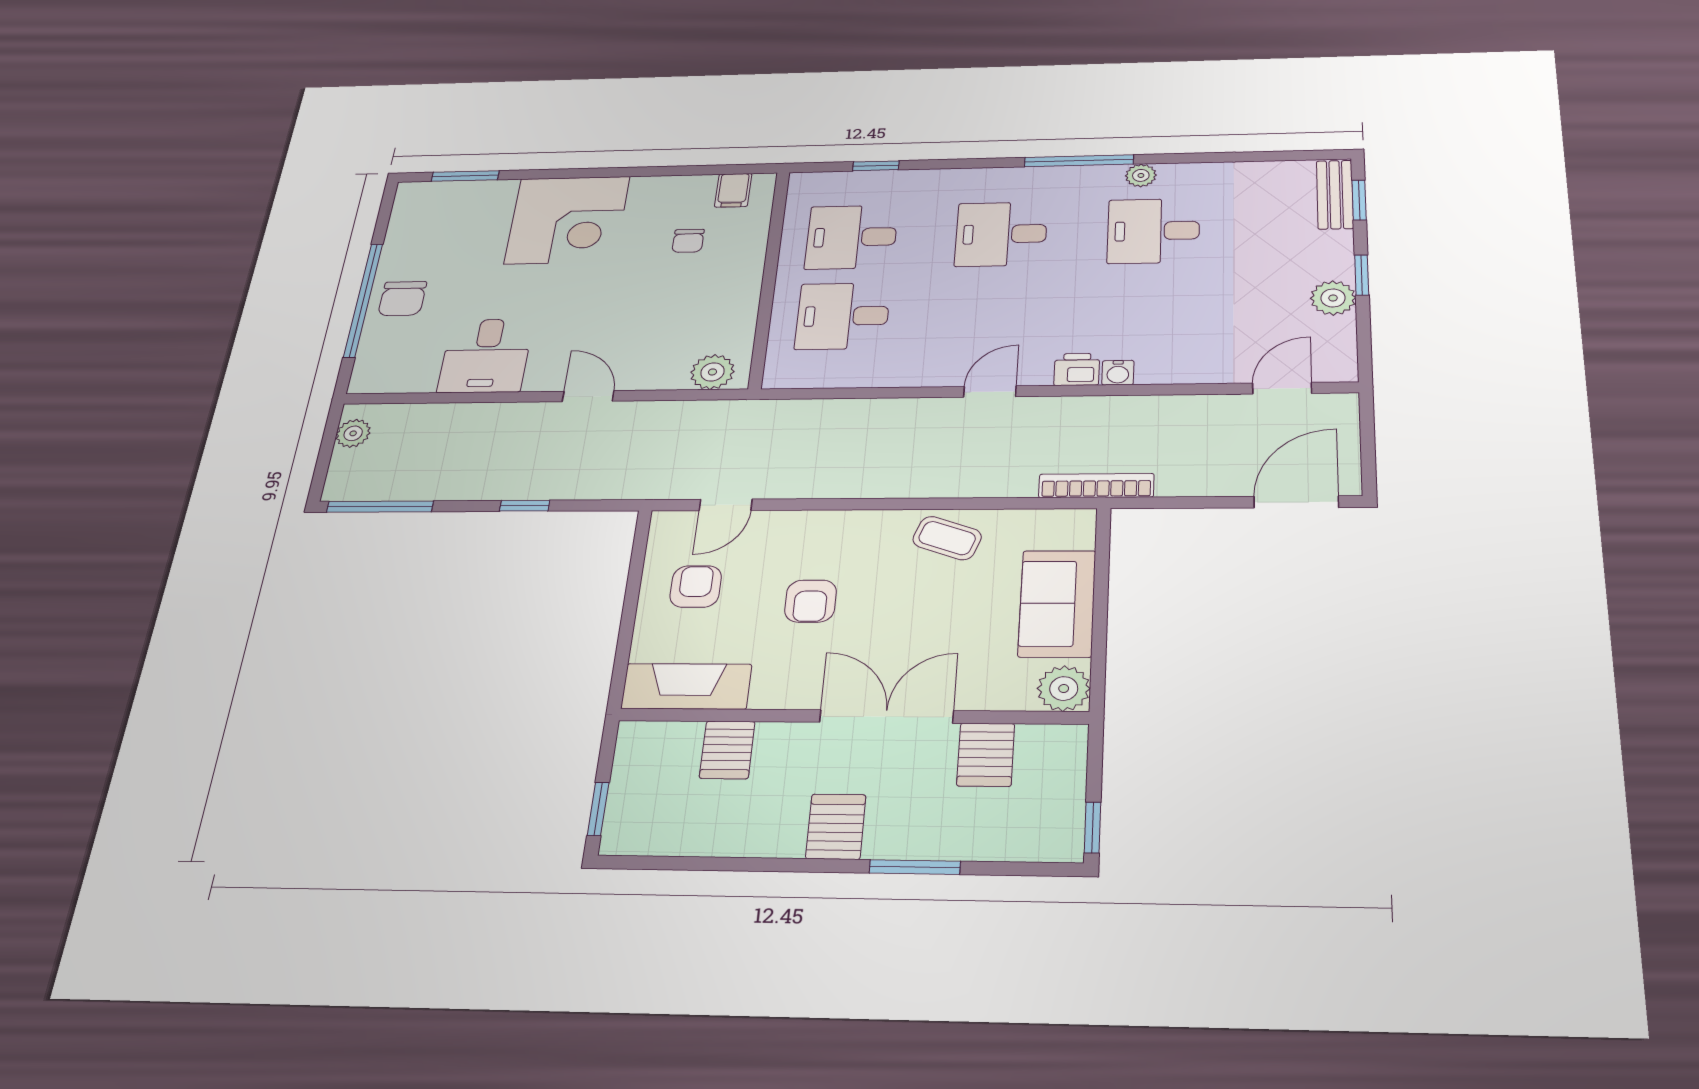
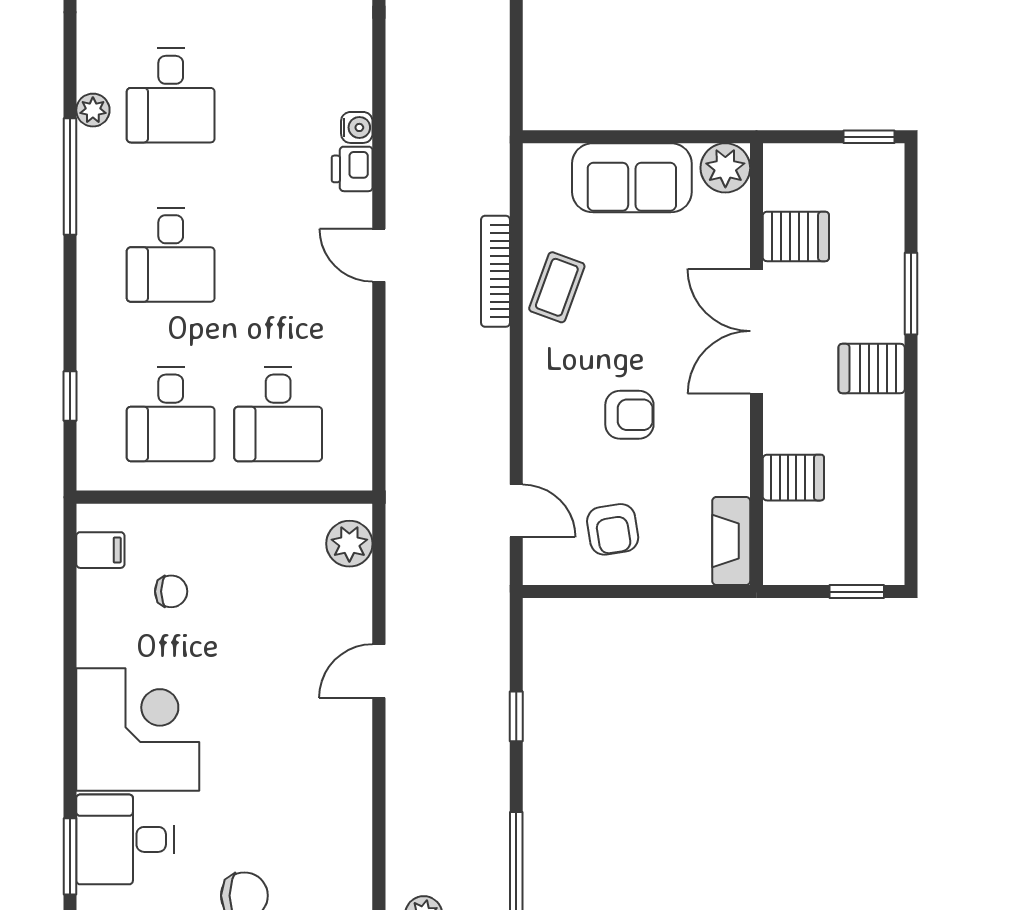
desk: (486, 356) -> (125, 839), moved, turned 180
bookcase: (1096, 486) -> (496, 271), moved
armchair: (696, 587) -> (613, 529), turned -99
fireplace: (686, 686) -> (731, 541), width x0.73, depth x0.76

